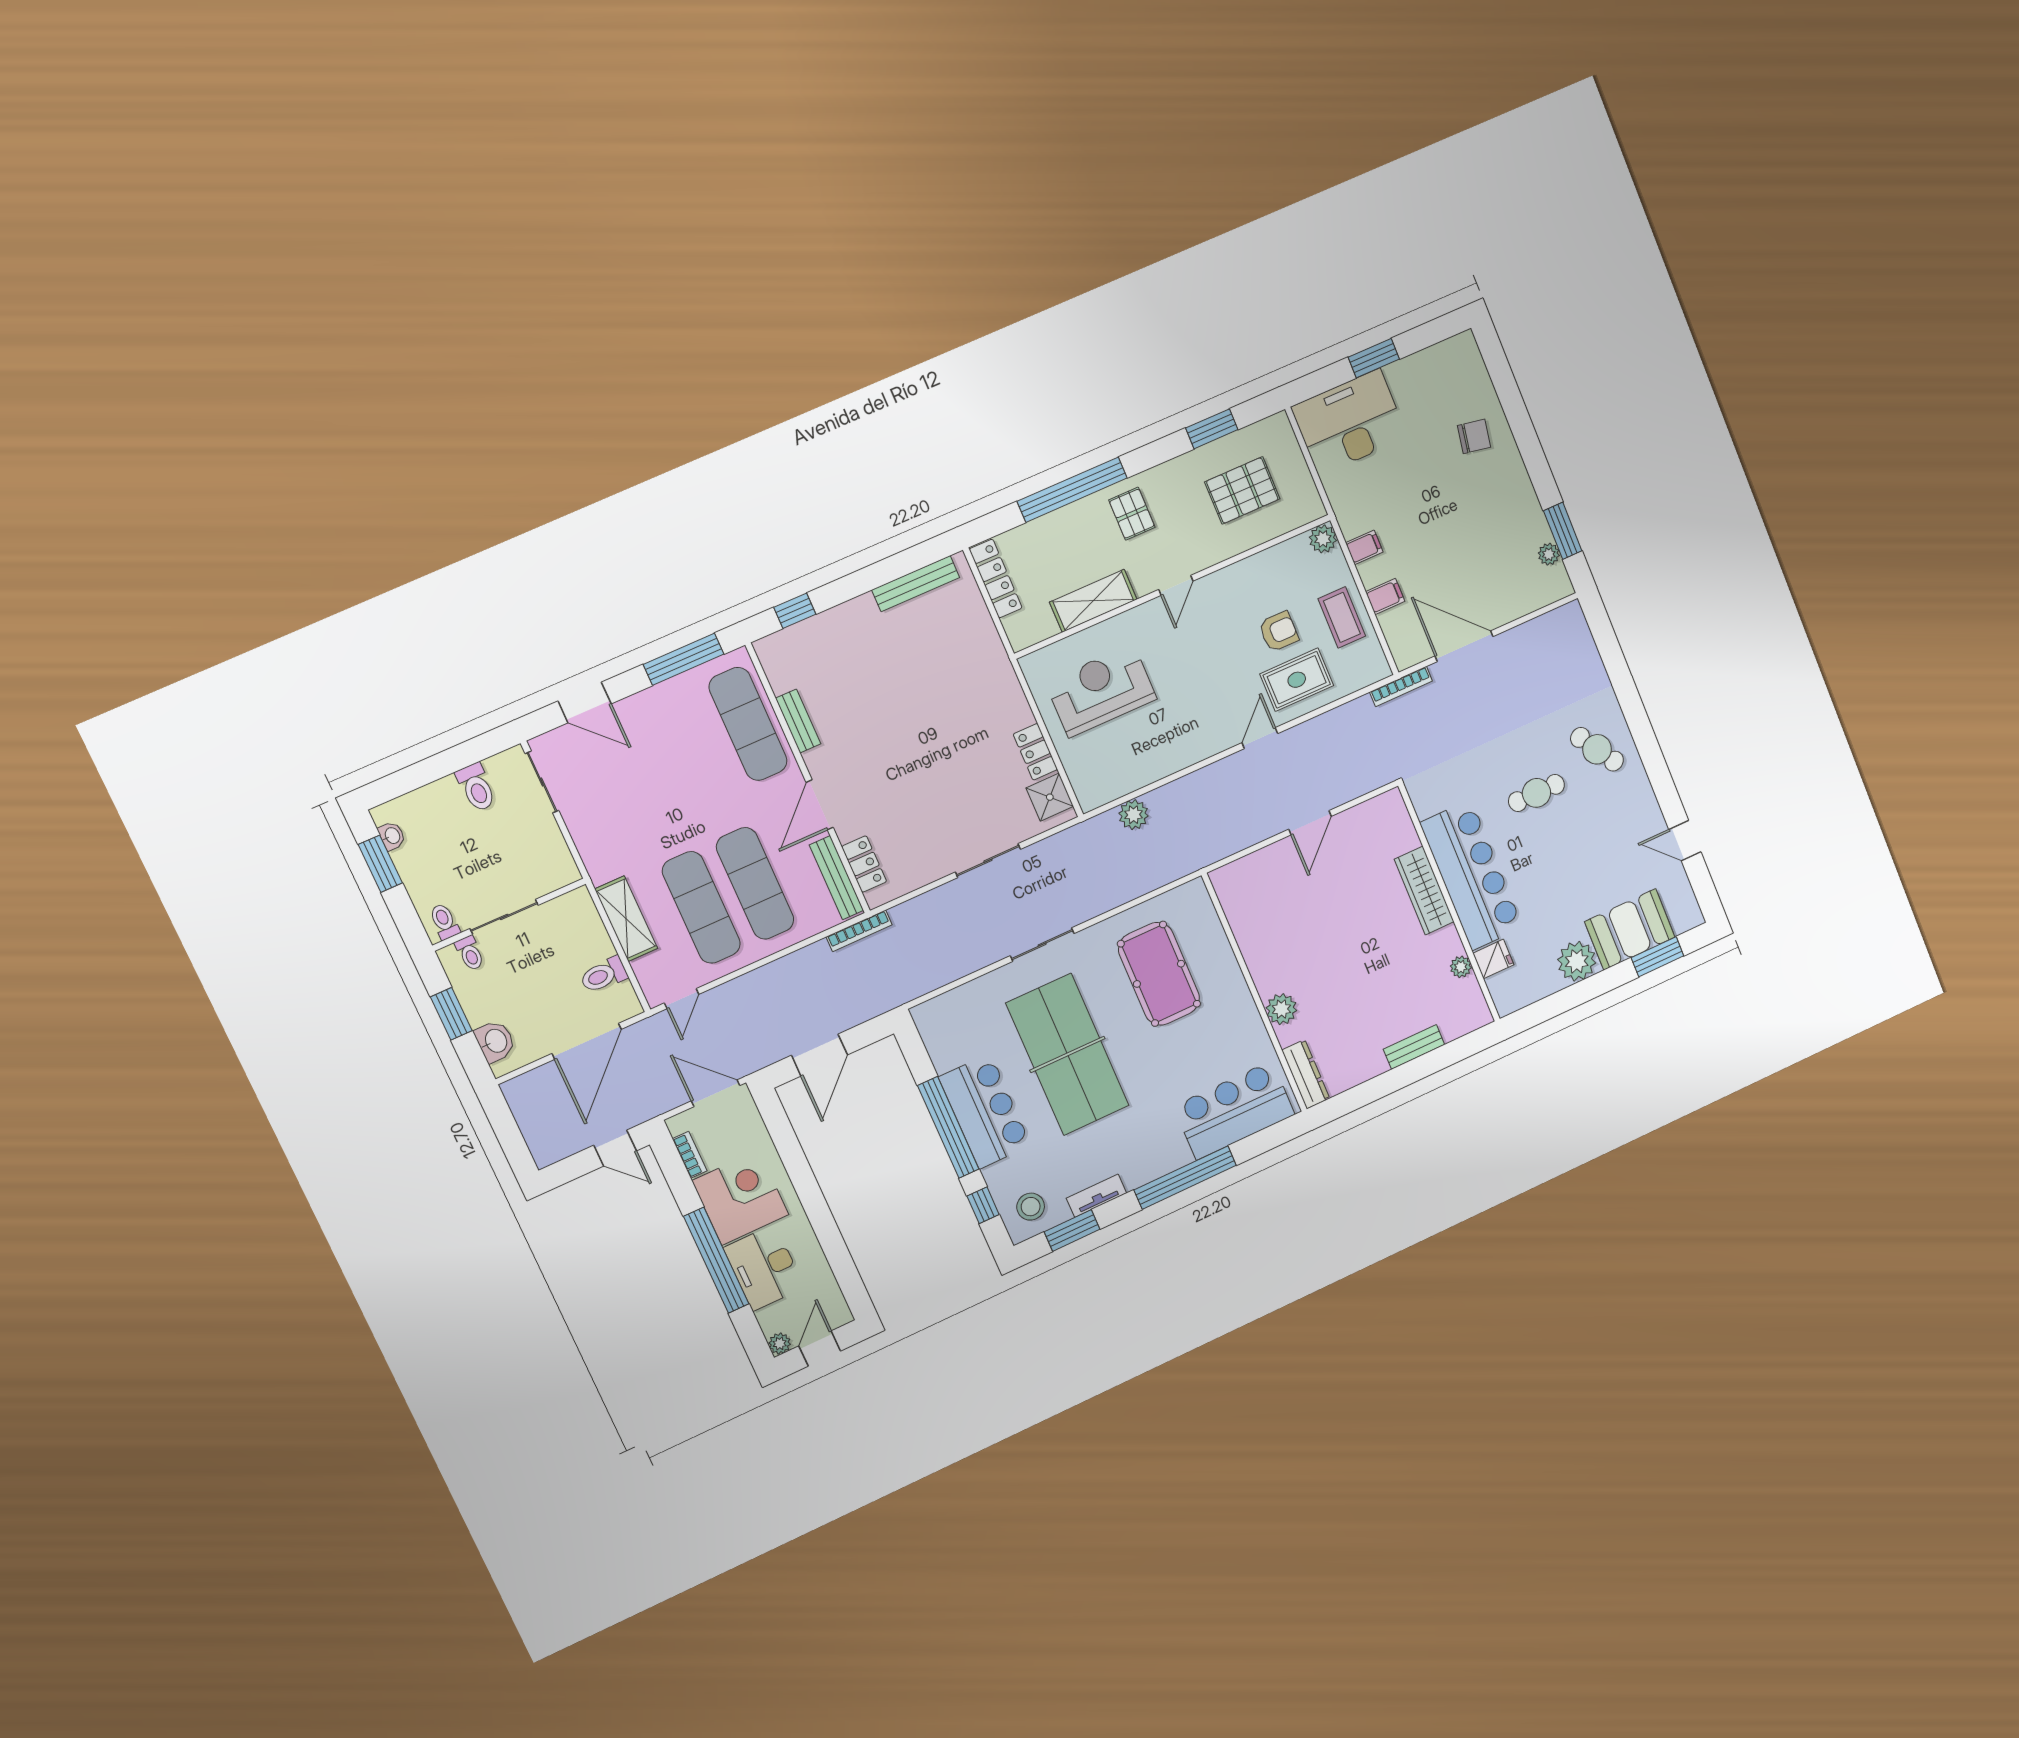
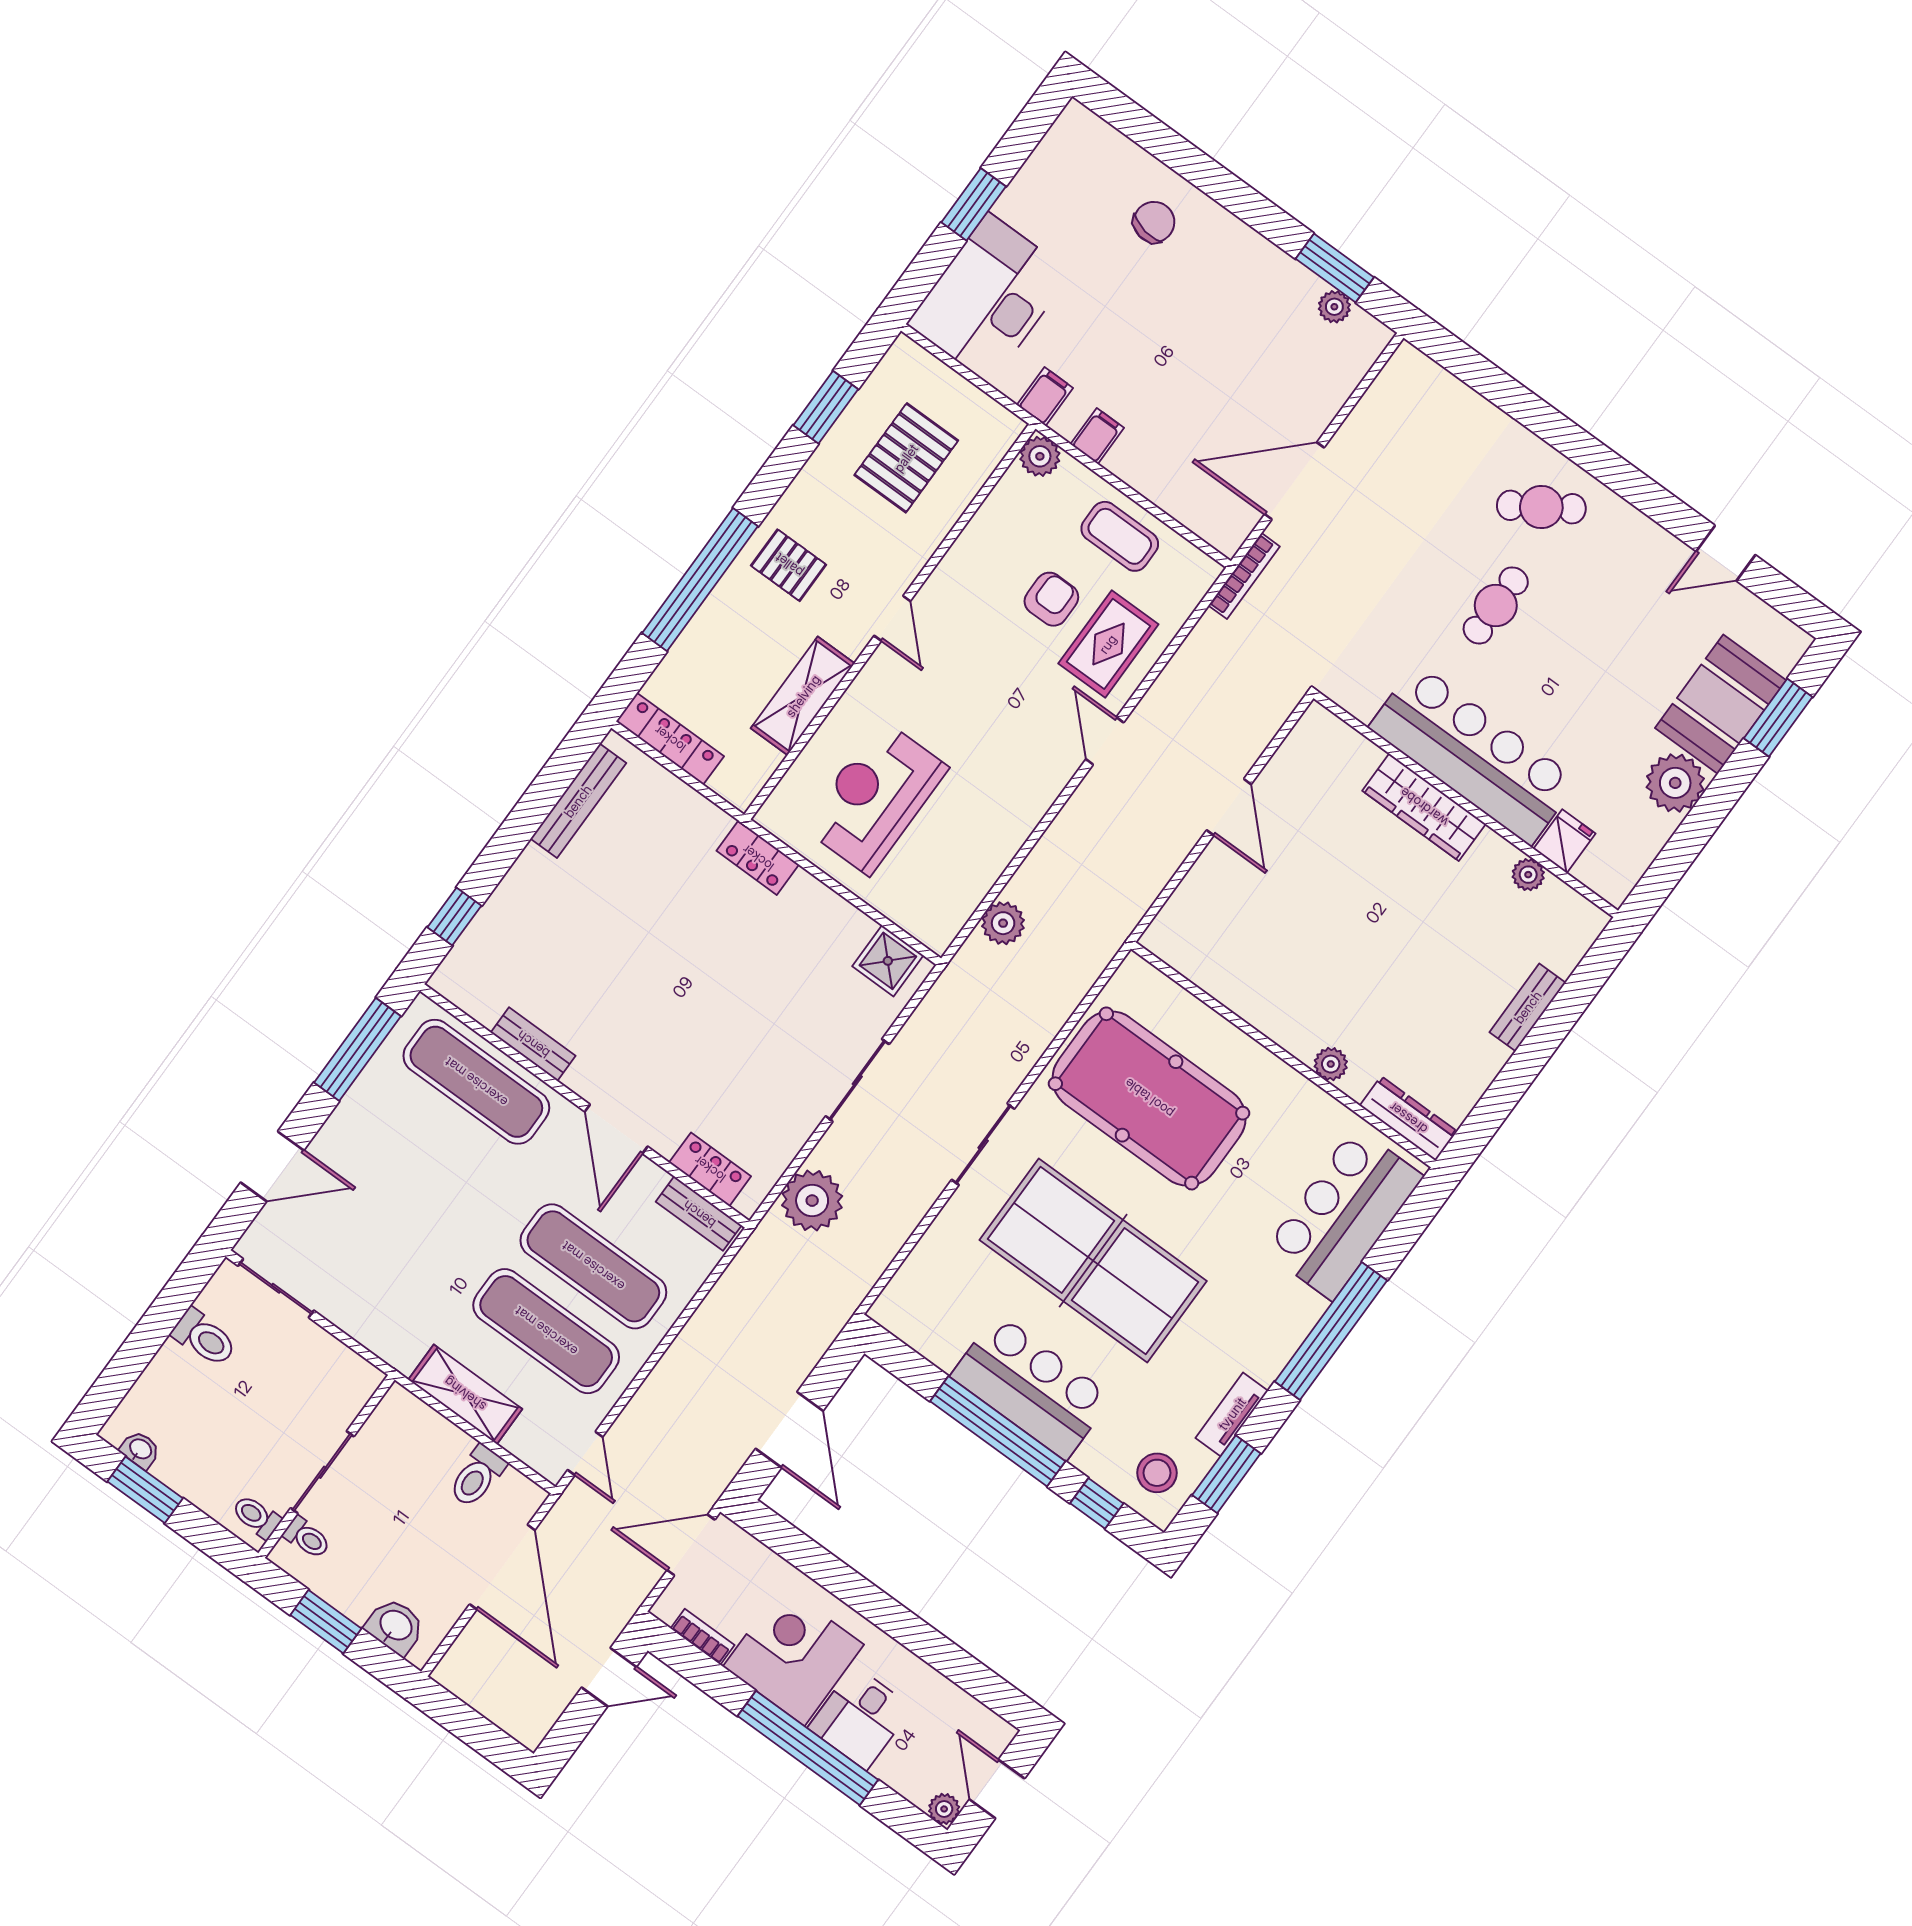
filing cabinet: (1385, 596) -> (1045, 396), moved
locker: (1035, 752) -> (758, 858), moved
bench: (836, 878) -> (699, 1214), width x0.73
plant: (917, 920) -> (812, 1201), added
bookcase: (859, 931) -> (750, 1253), removed
pool table: (1159, 974) -> (1149, 1098), width x1.36, depth x1.32
plant: (1281, 1009) -> (1331, 1064), width x0.73, depth x0.73
desk: (764, 1268) -> (860, 1718), width x0.73

